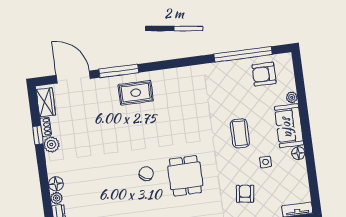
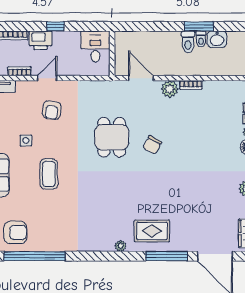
plant: (163, 75) -> (121, 246), added

